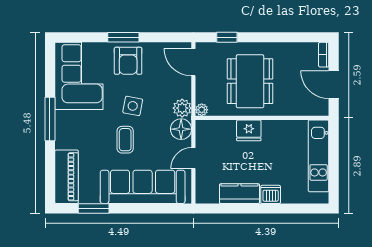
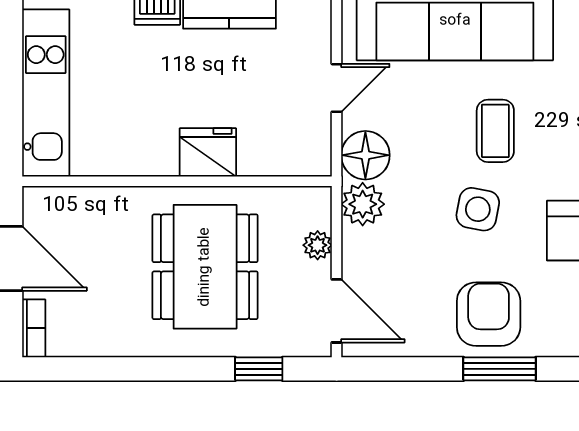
plant: (202, 110) -> (318, 245), moved

